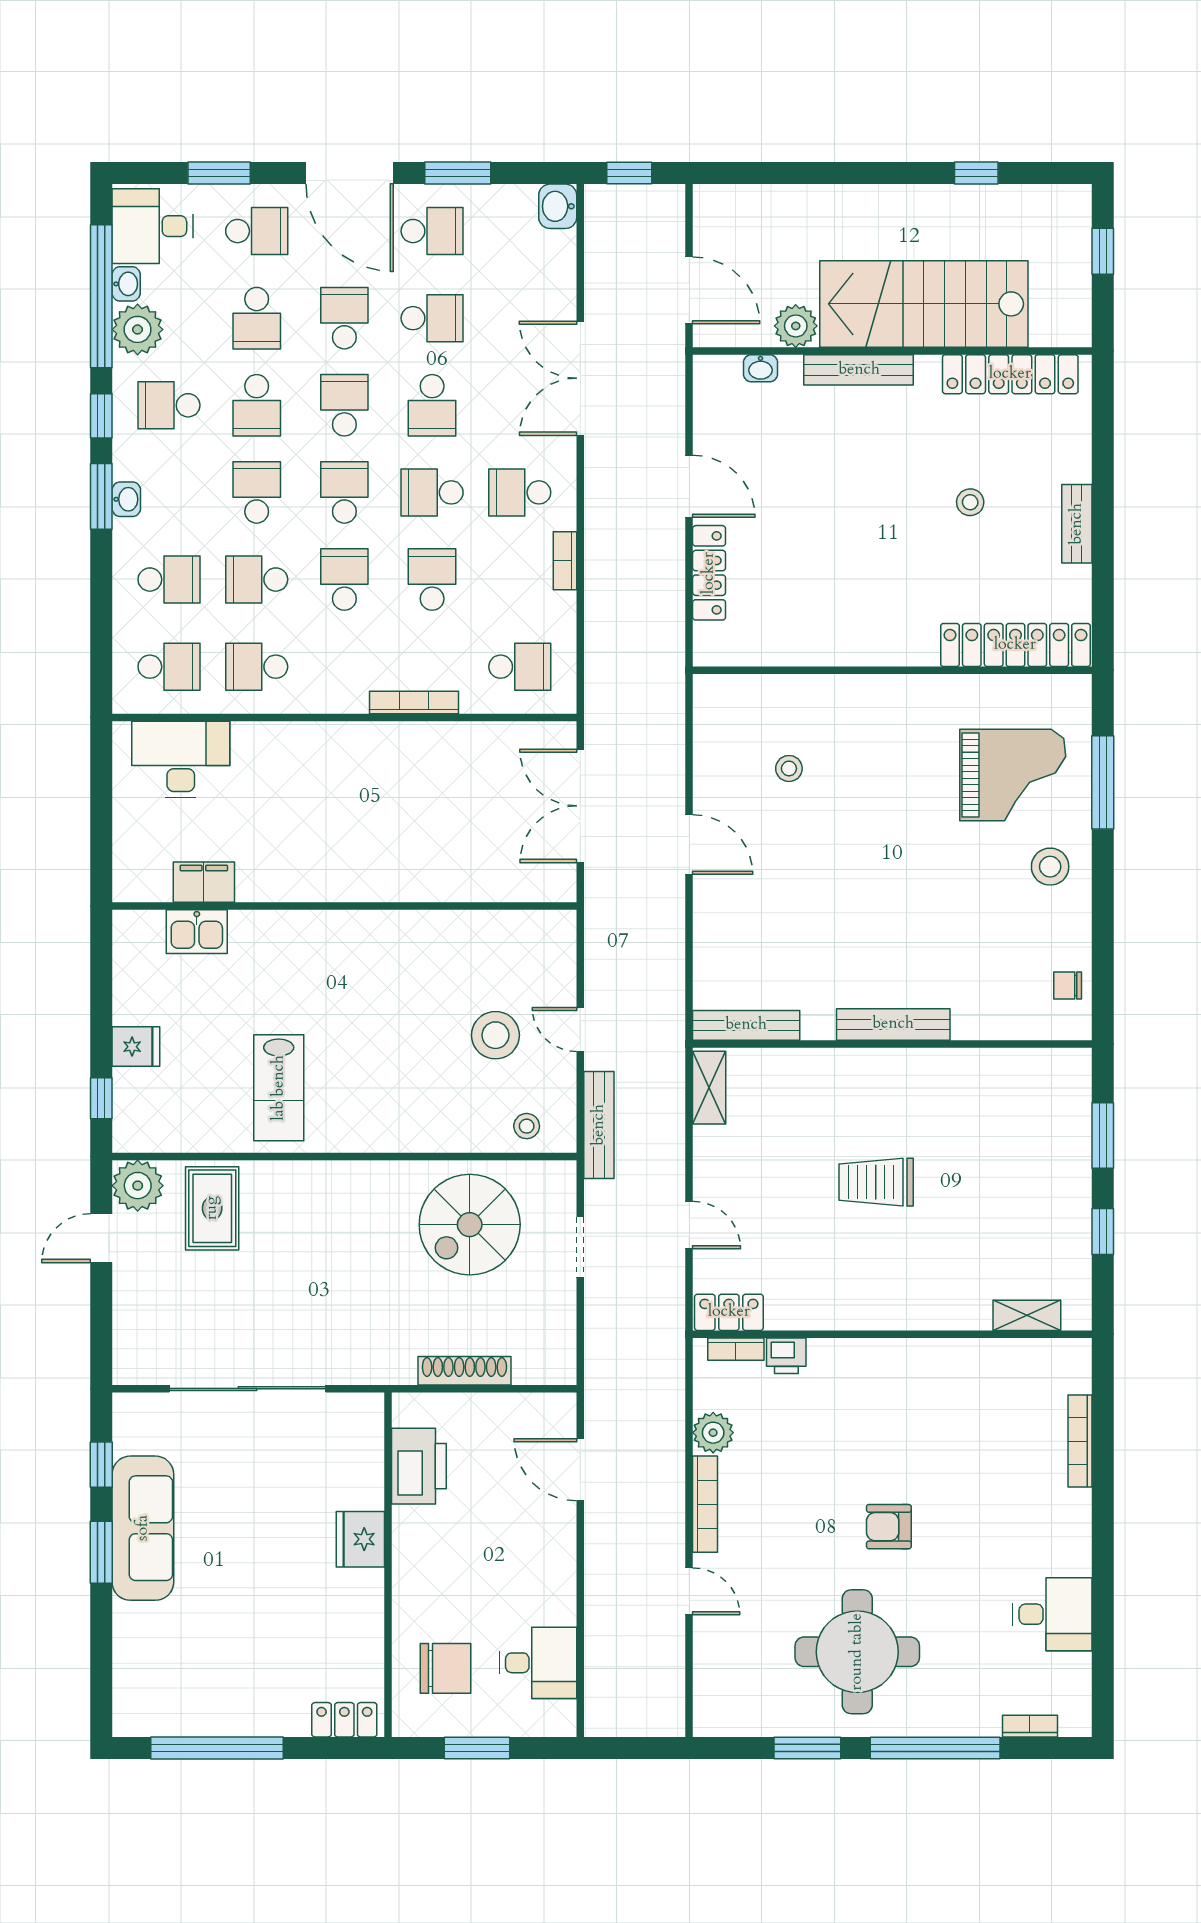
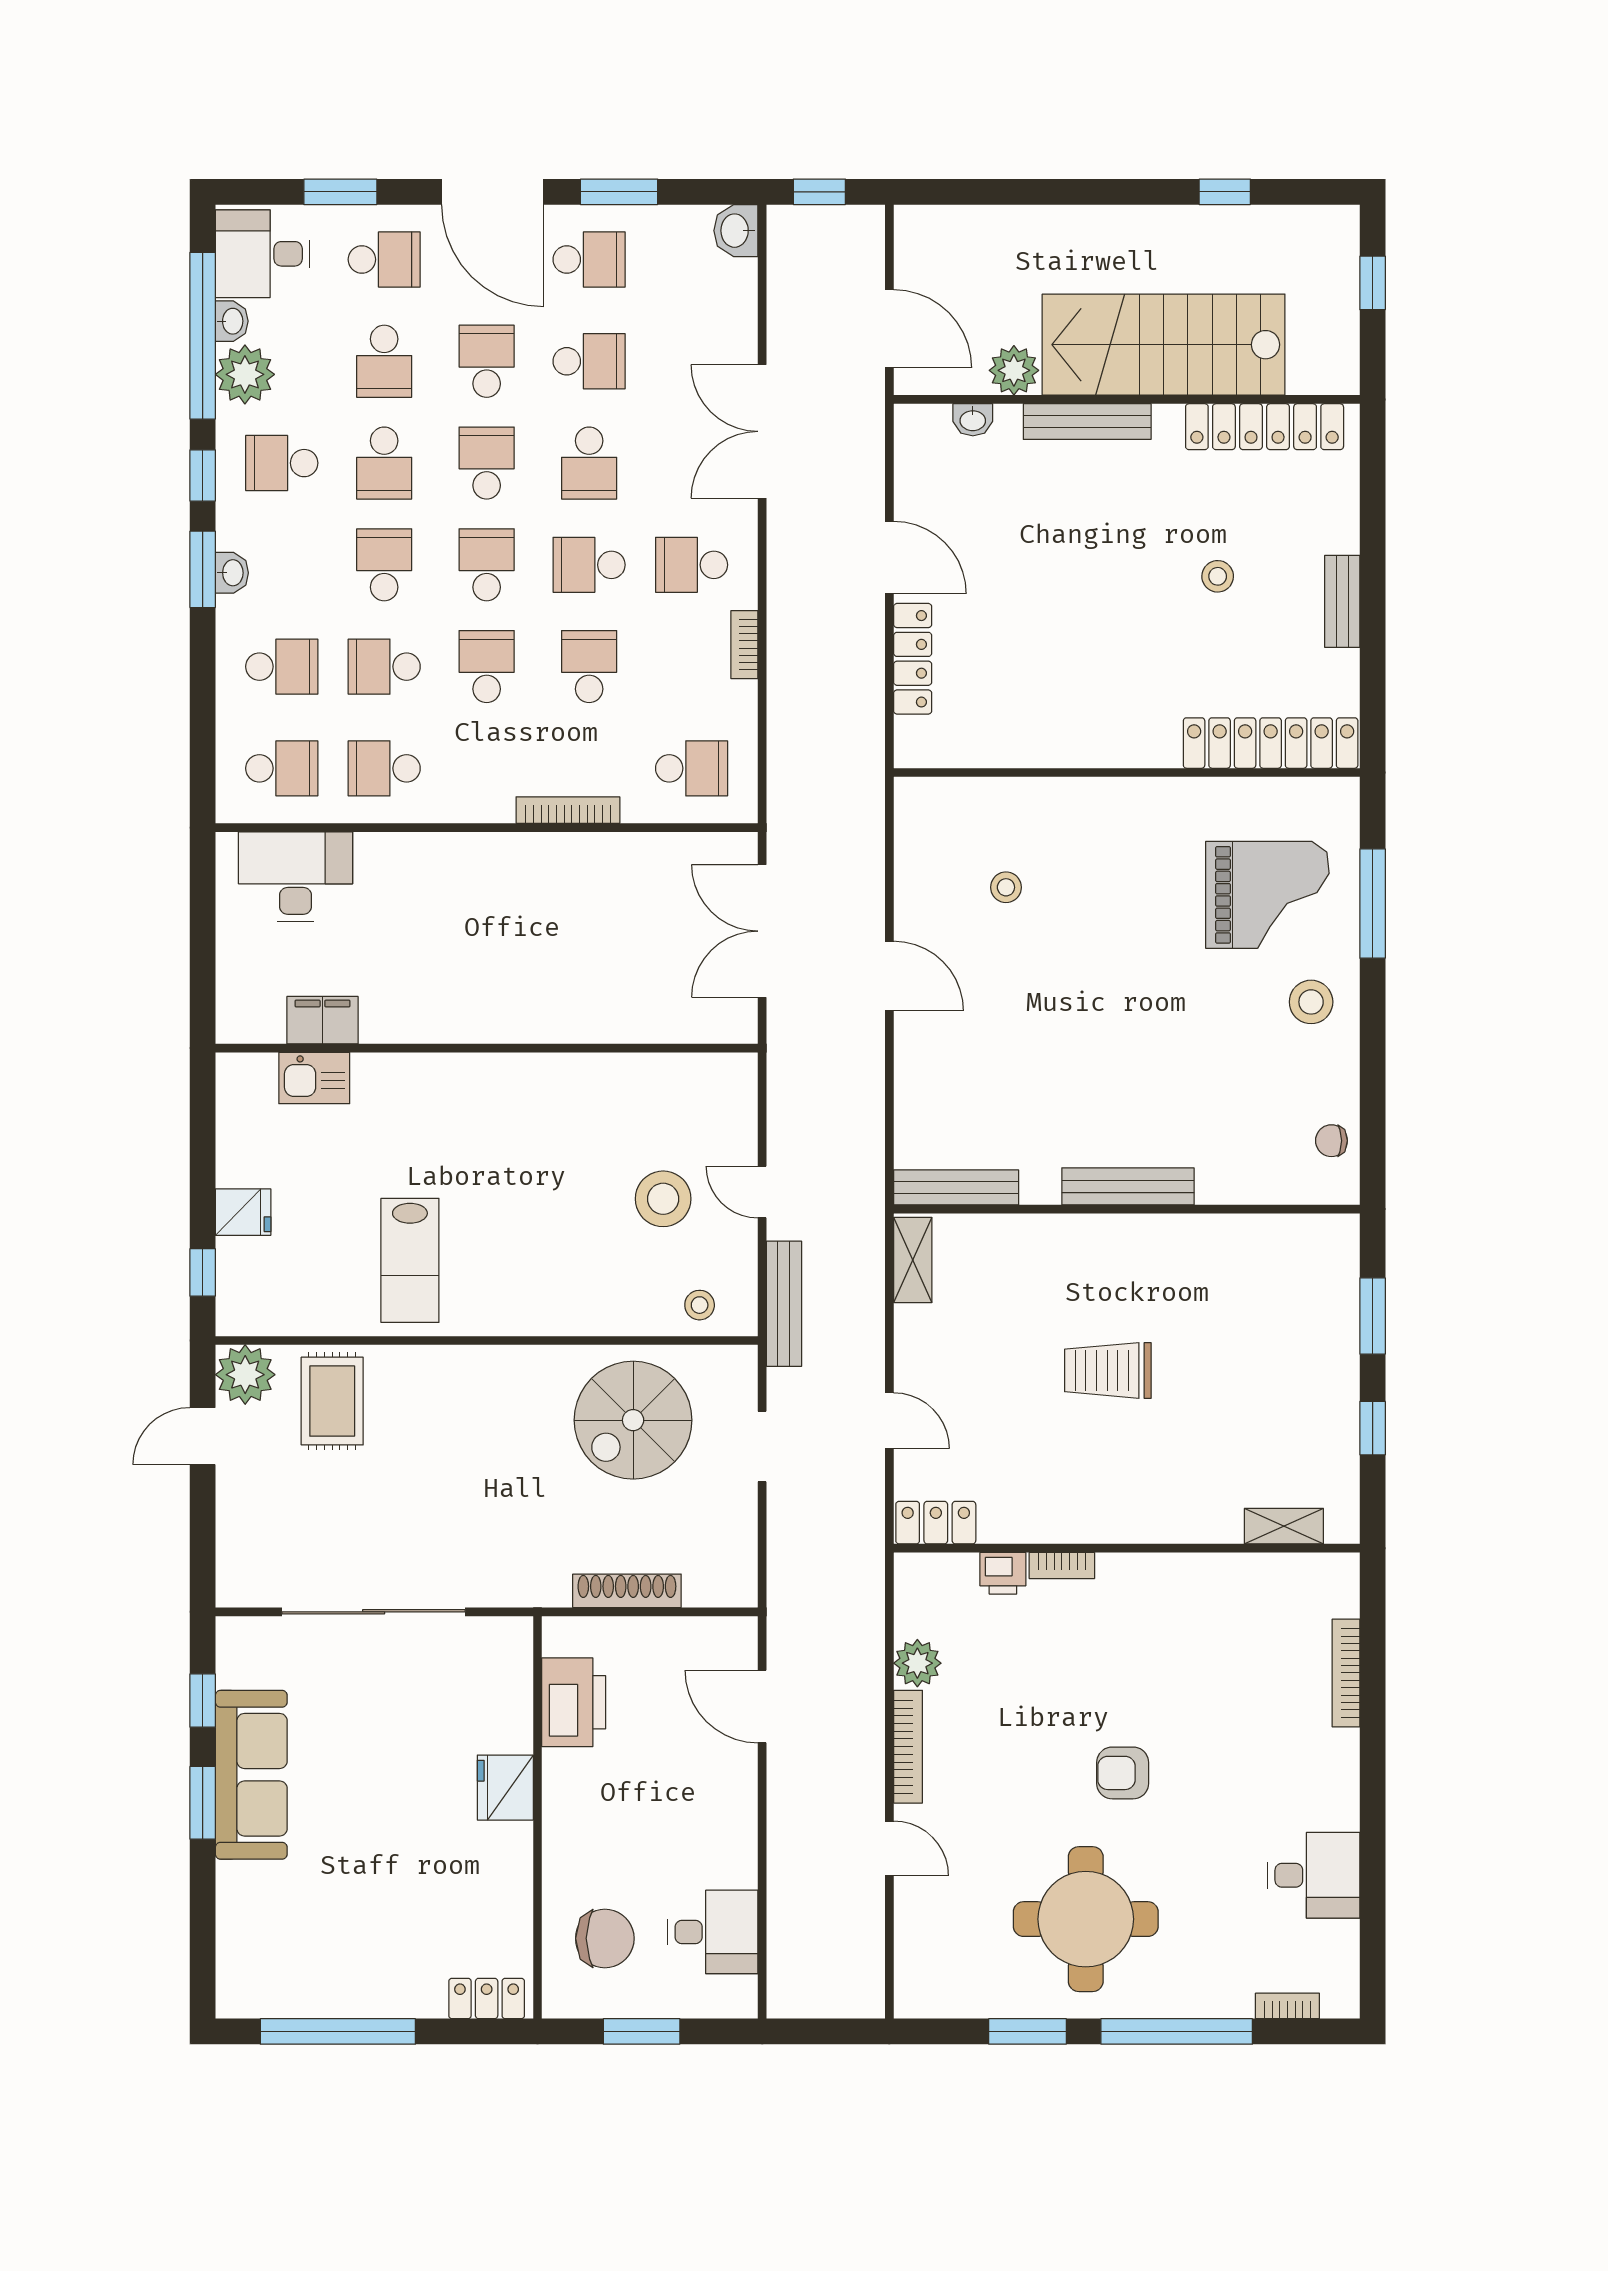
bookcase: (736, 1349) -> (1062, 1566), moved

